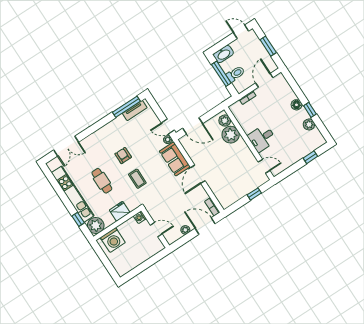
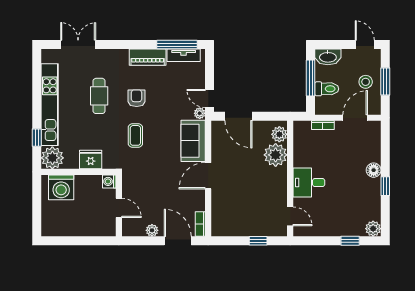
stool: (256, 54) -> (366, 82), added
plant: (309, 124) -> (373, 229), moved
piano: (114, 126) -> (148, 57), added
double door: (66, 146) -> (78, 45), swing flipped
cafe table: (102, 181) -> (99, 96), moved

